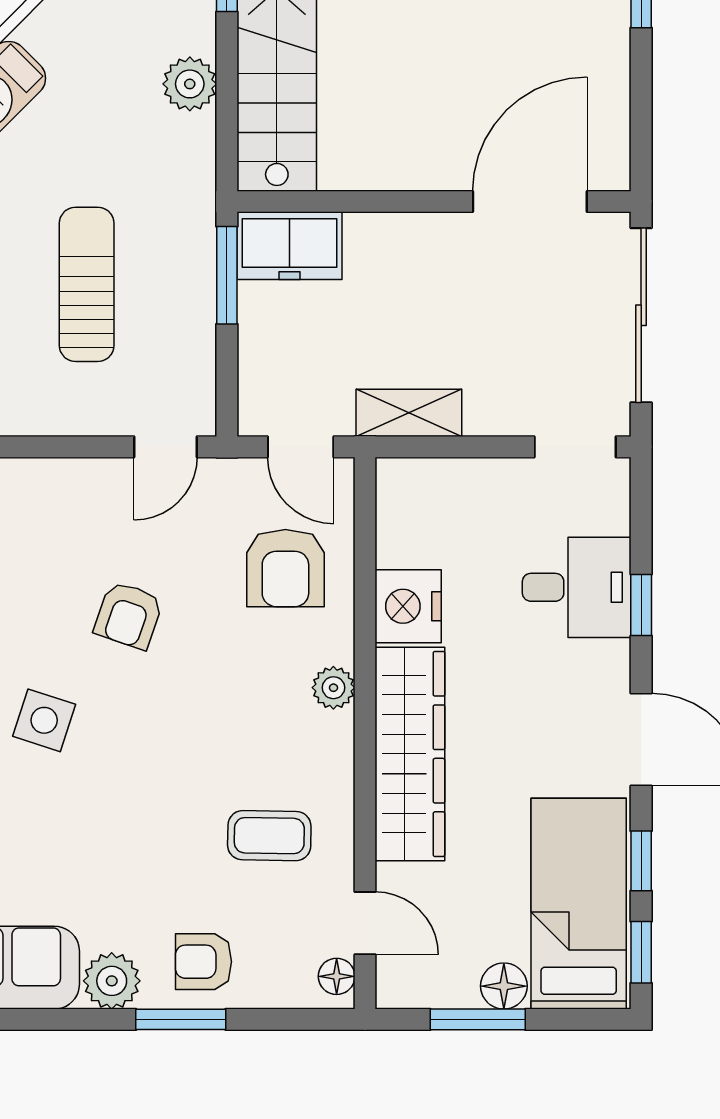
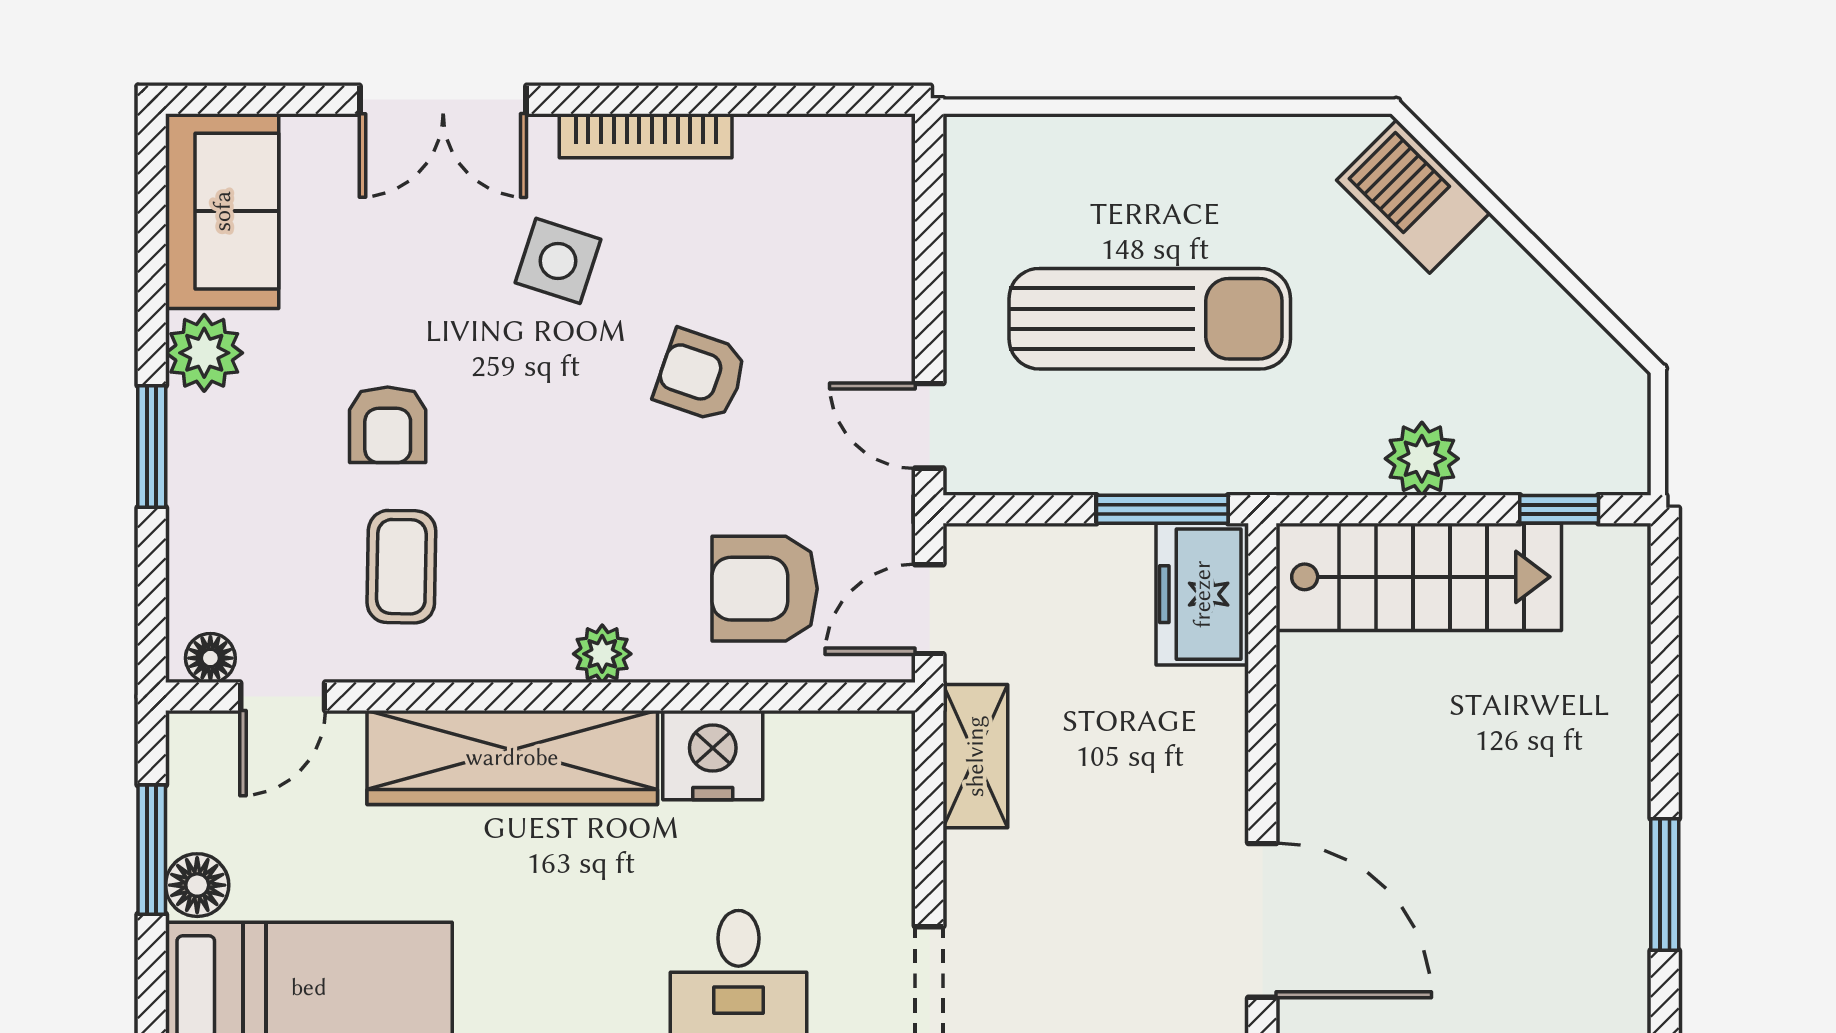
sun lounger: (87, 284) -> (1150, 319), width x1.36, depth x1.34
armchair: (203, 962) -> (388, 425), moved, turned 180

